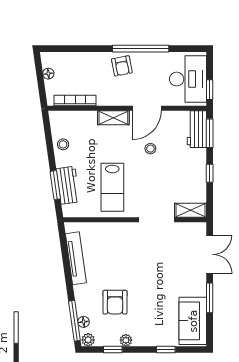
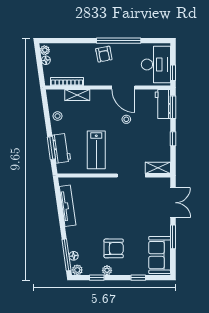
plant: (47, 61) -> (45, 50), added
door: (147, 108) -> (123, 88), hinge flipped
shelving: (113, 118) -> (77, 95), moved
armchair: (115, 302) -> (114, 248), moved, turned -90

